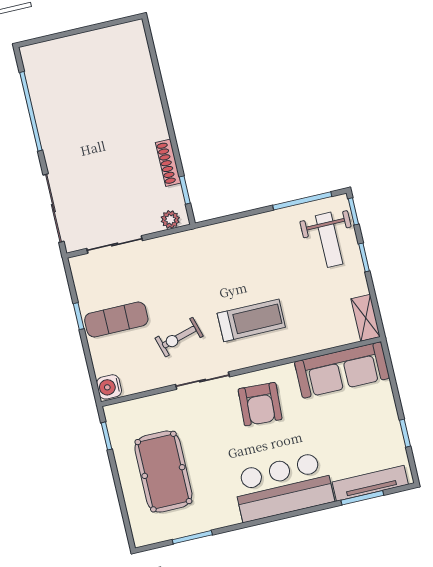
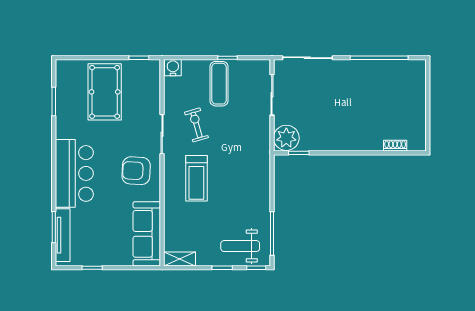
shoe rack: (168, 163) -> (395, 146), moved, width x0.70
plant: (170, 220) -> (286, 138), width x1.88, depth x1.88
pool table: (163, 472) -> (105, 92), turned 90

